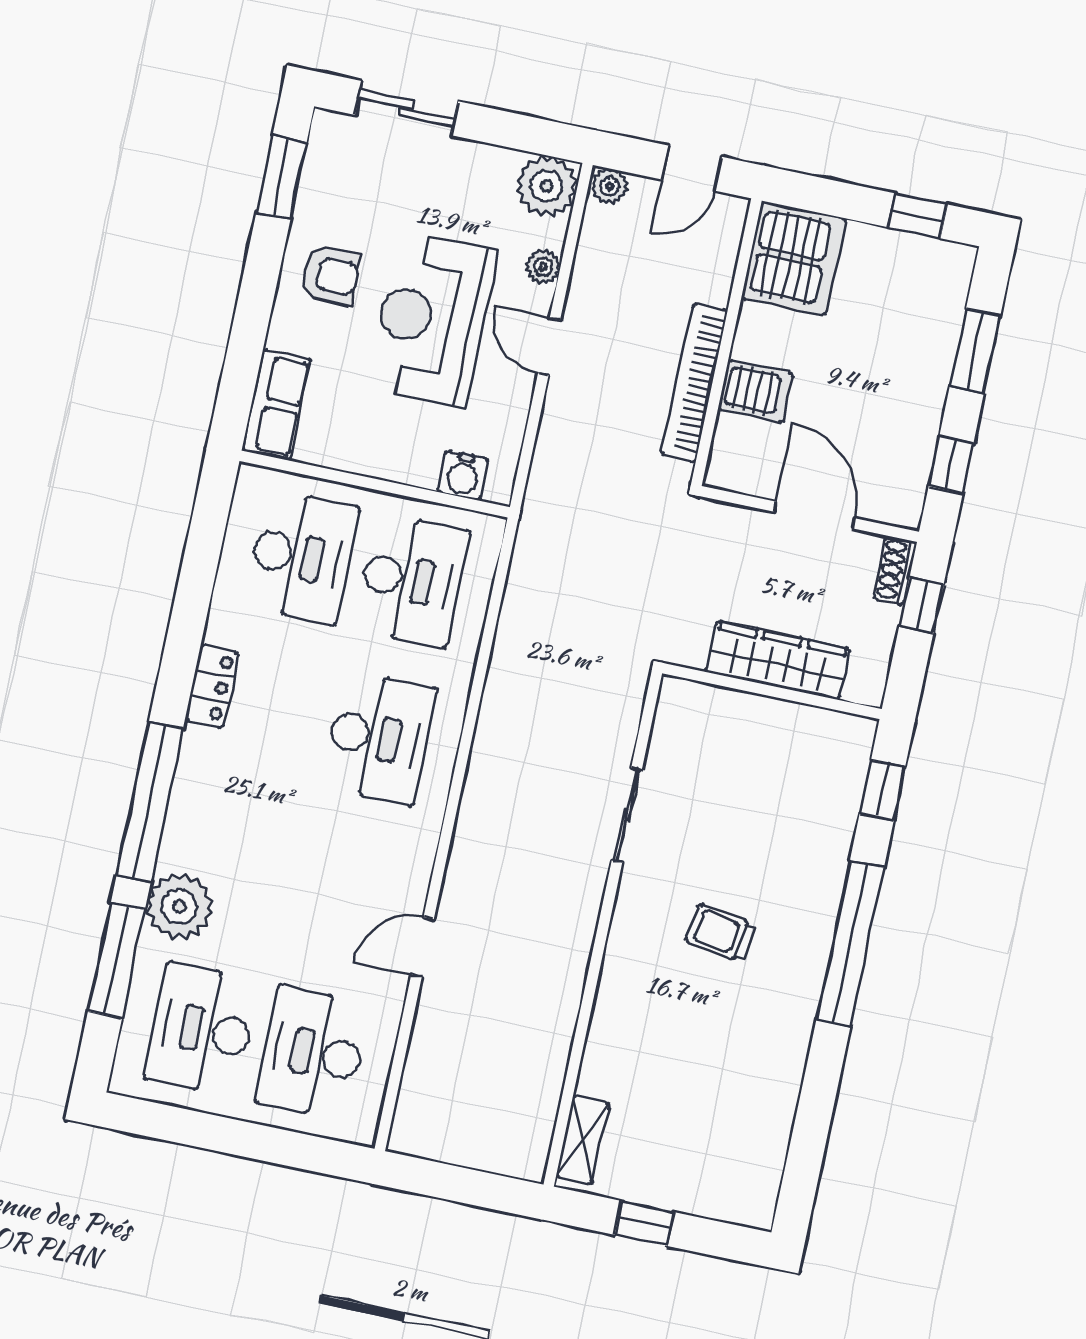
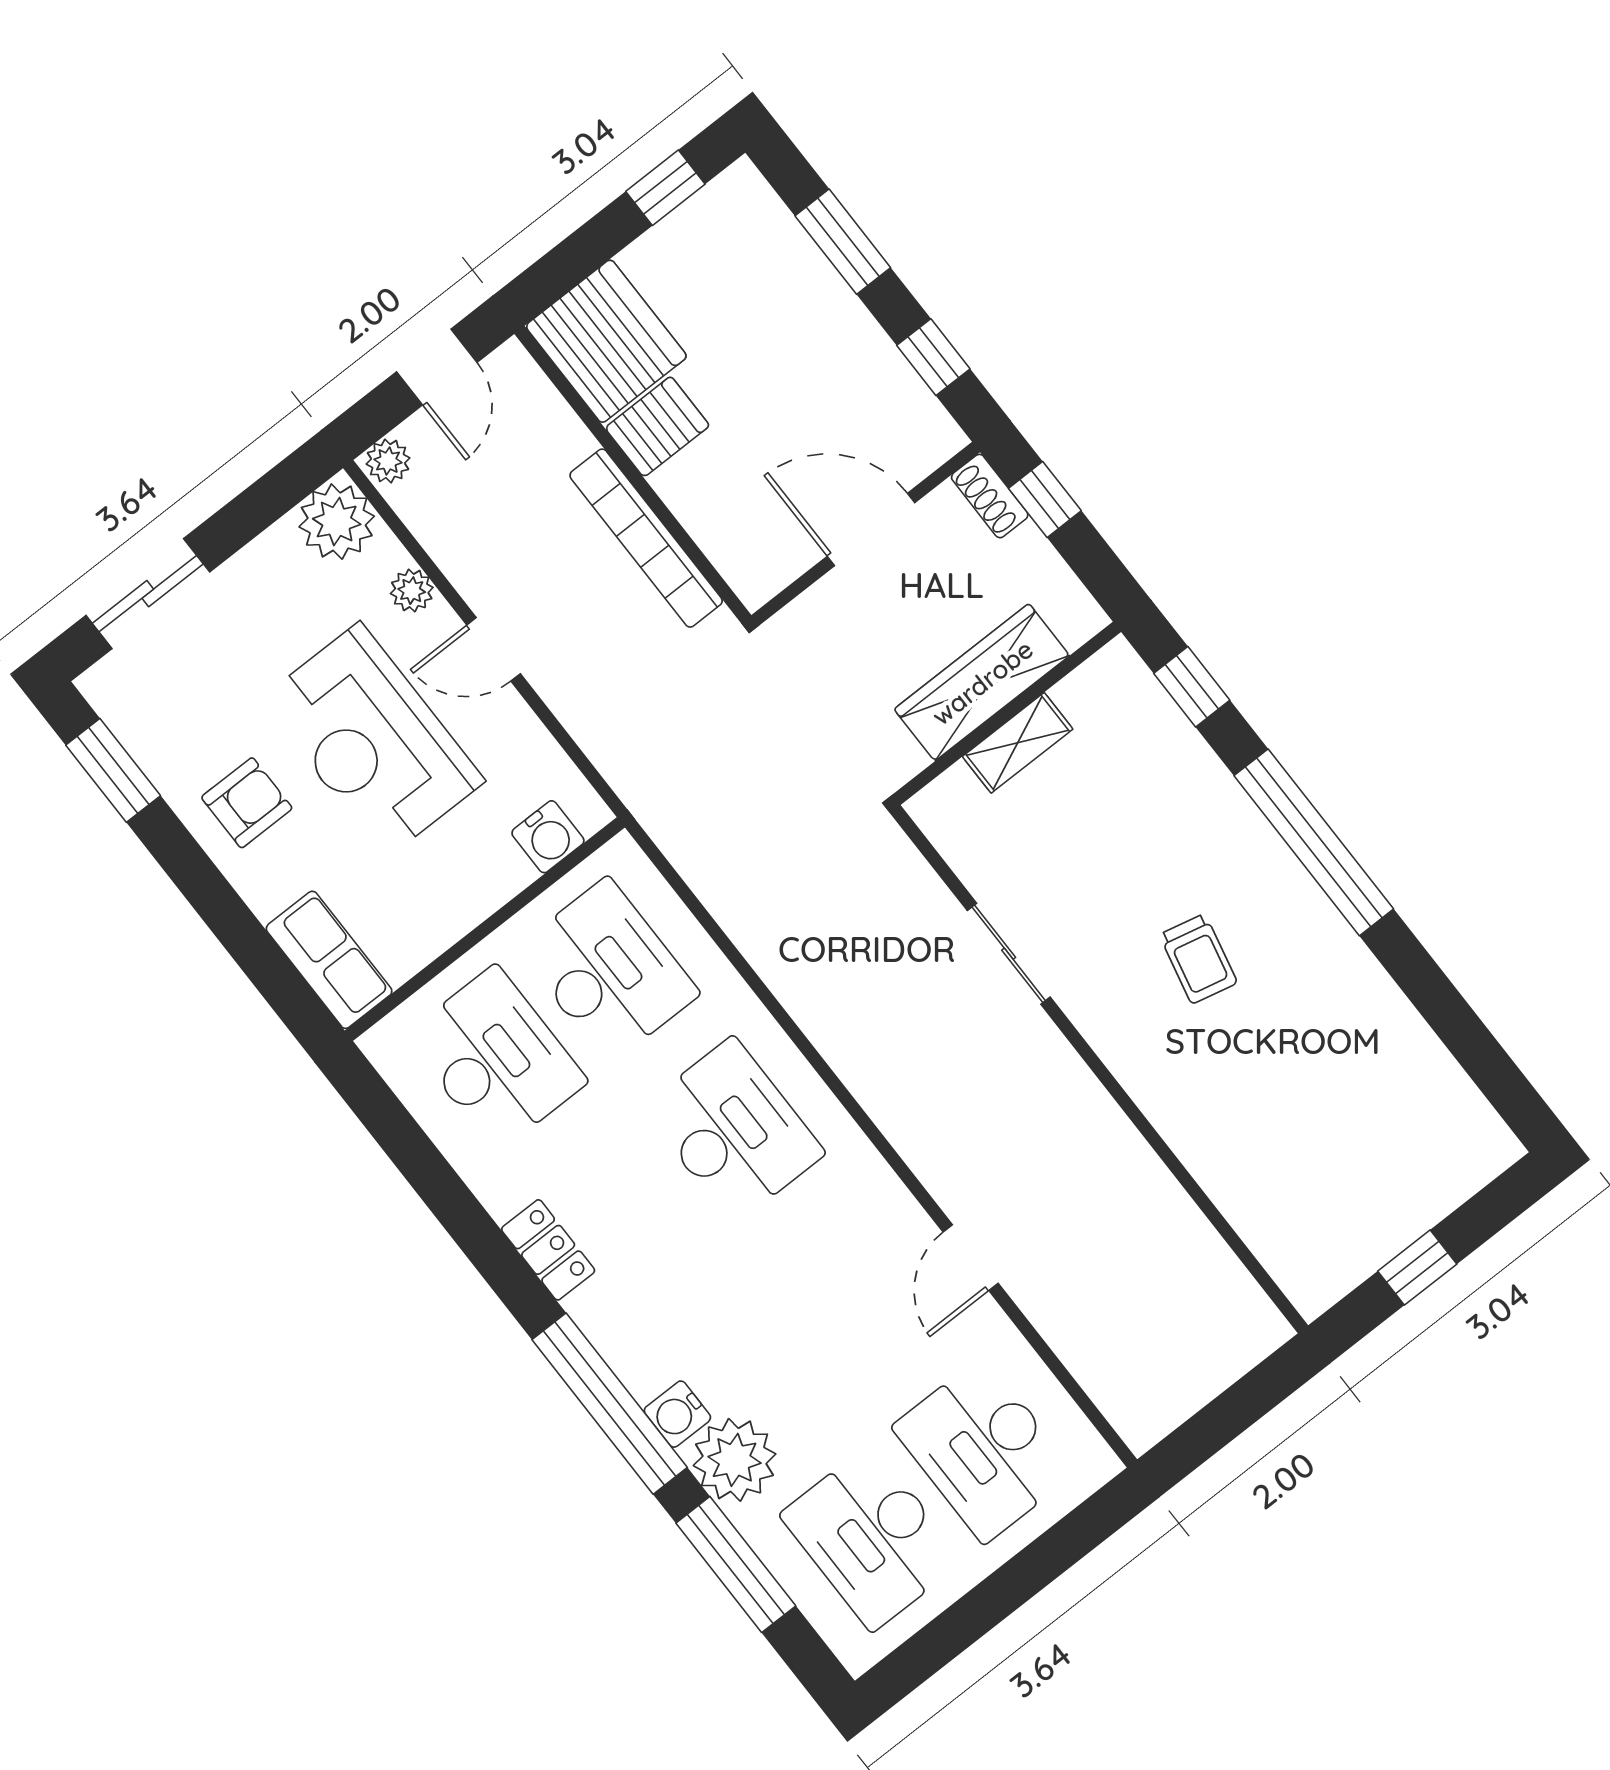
server rack: (756, 391) -> (657, 427), moved
water cooler: (178, 848) -> (677, 1414), added
trolley: (720, 933) -> (1198, 959), turned -86
shelving: (583, 1140) -> (1018, 743), moved, turned 90

